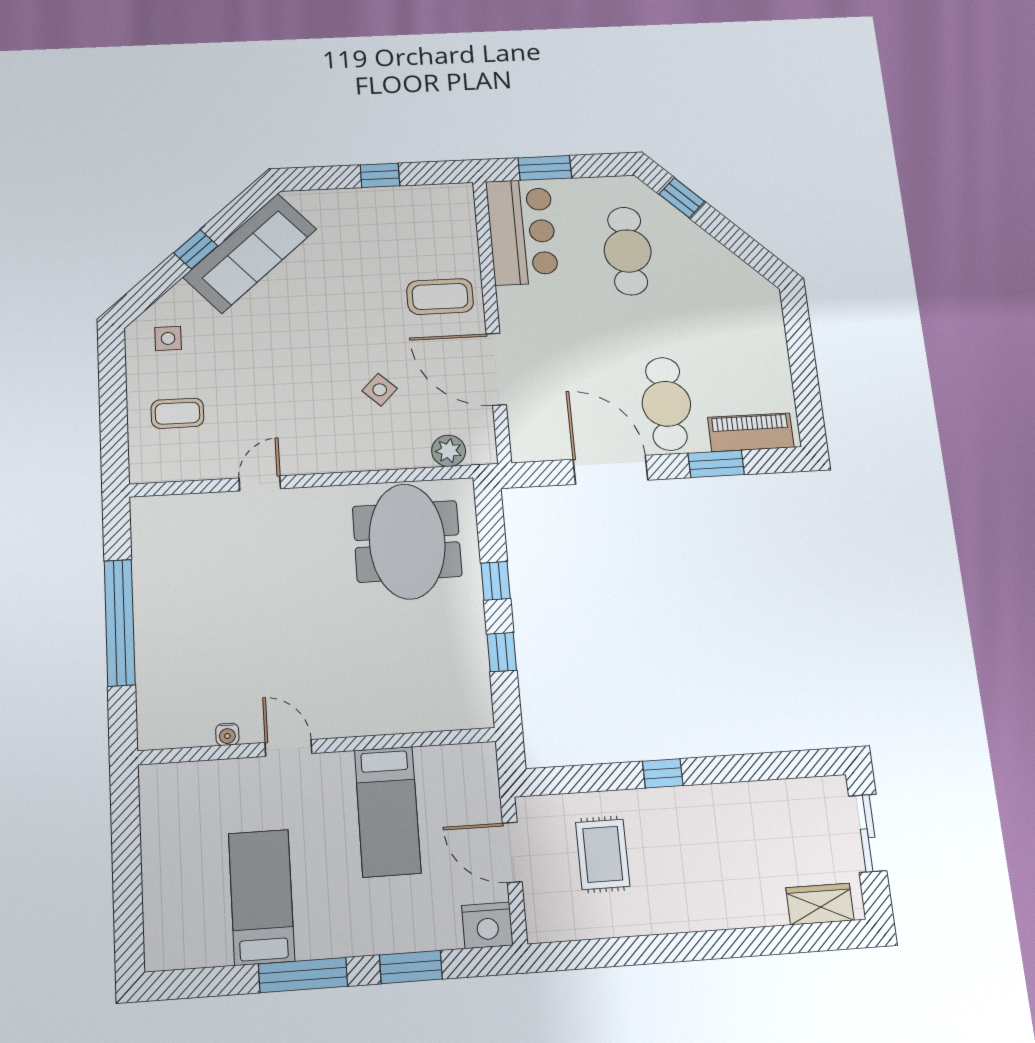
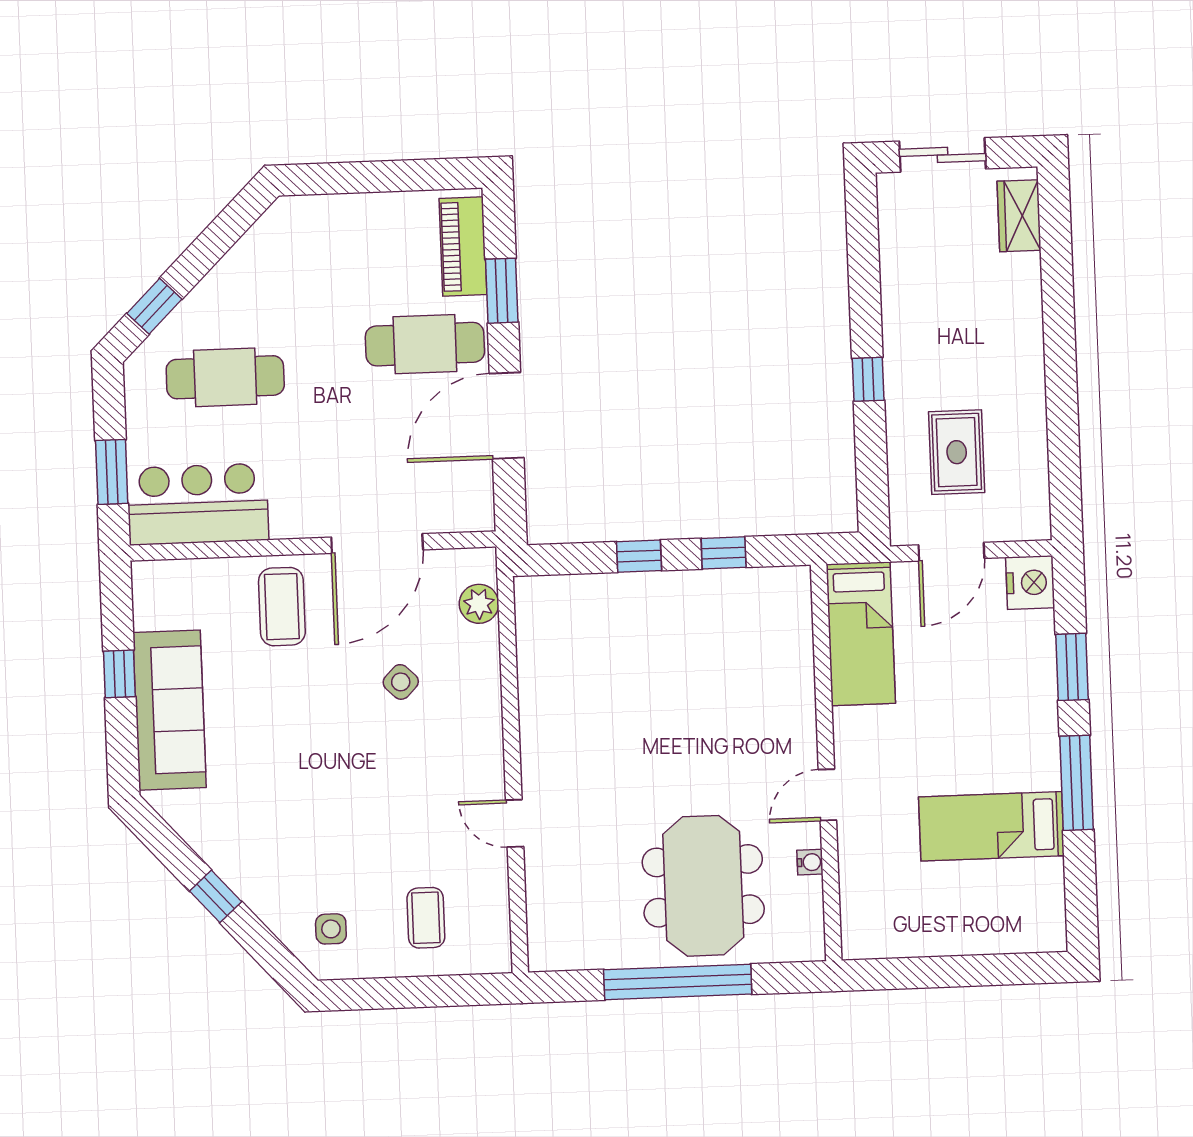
sofa: (250, 253) -> (170, 710), moved, turned 42
meeting table: (407, 541) -> (703, 886), moved, turned 90
bed: (388, 811) -> (861, 634), moved, turned 90
rug: (603, 854) -> (957, 452), turned 90

